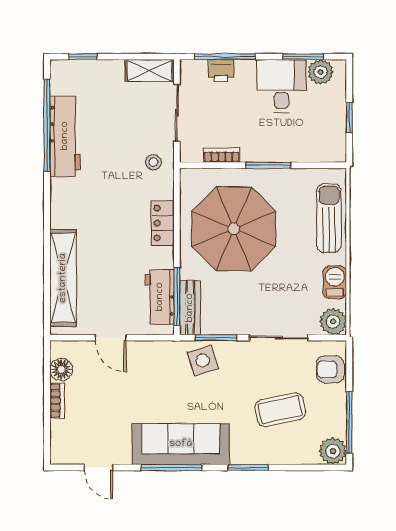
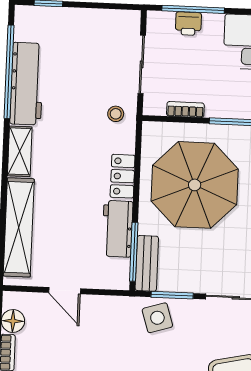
shelving: (150, 70) -> (20, 151), moved, turned 90
workbench: (160, 297) -> (117, 229), moved

